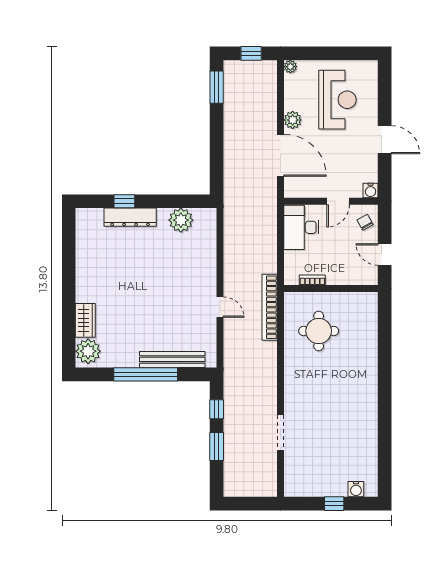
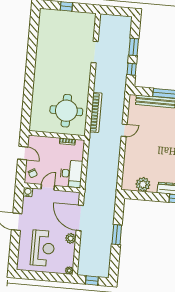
window: (217, 87) -> (117, 235), moved
reception desk: (338, 100) -> (43, 248), turned 180
door: (220, 307) -> (124, 130), swing flipped
bookcase: (270, 307) -> (96, 112), moved
round table: (319, 331) -> (66, 111), width x1.36, depth x1.36
water cooler: (356, 489) -> (52, 14), removed

